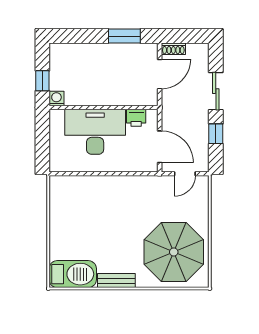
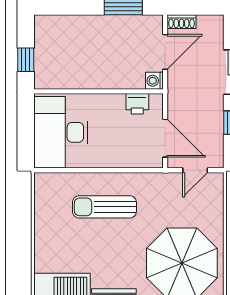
washing machine: (56, 98) -> (154, 81), moved, turned -90
desk: (95, 132) -> (61, 132), moved, turned -90
sun lounger: (108, 205) -> (104, 207), added

